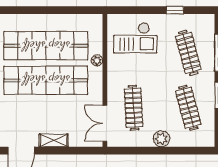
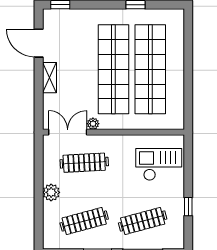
checkout: (135, 38) -> (159, 164), turned 90
plant: (97, 60) -> (93, 124), moved

